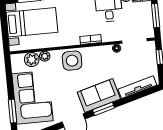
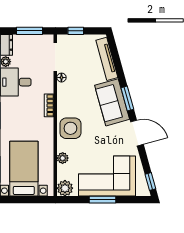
plant: (32, 60) -> (65, 188), moved
window: (12, 111) -> (102, 200), moved

